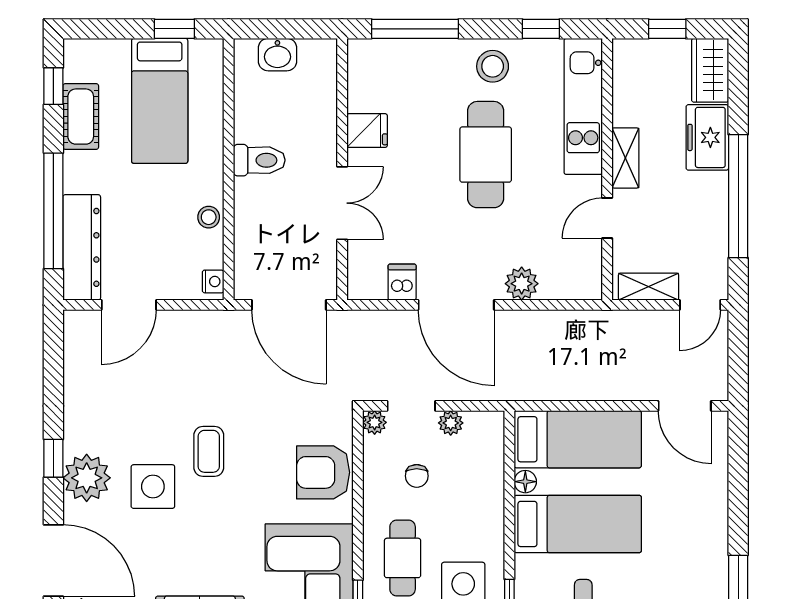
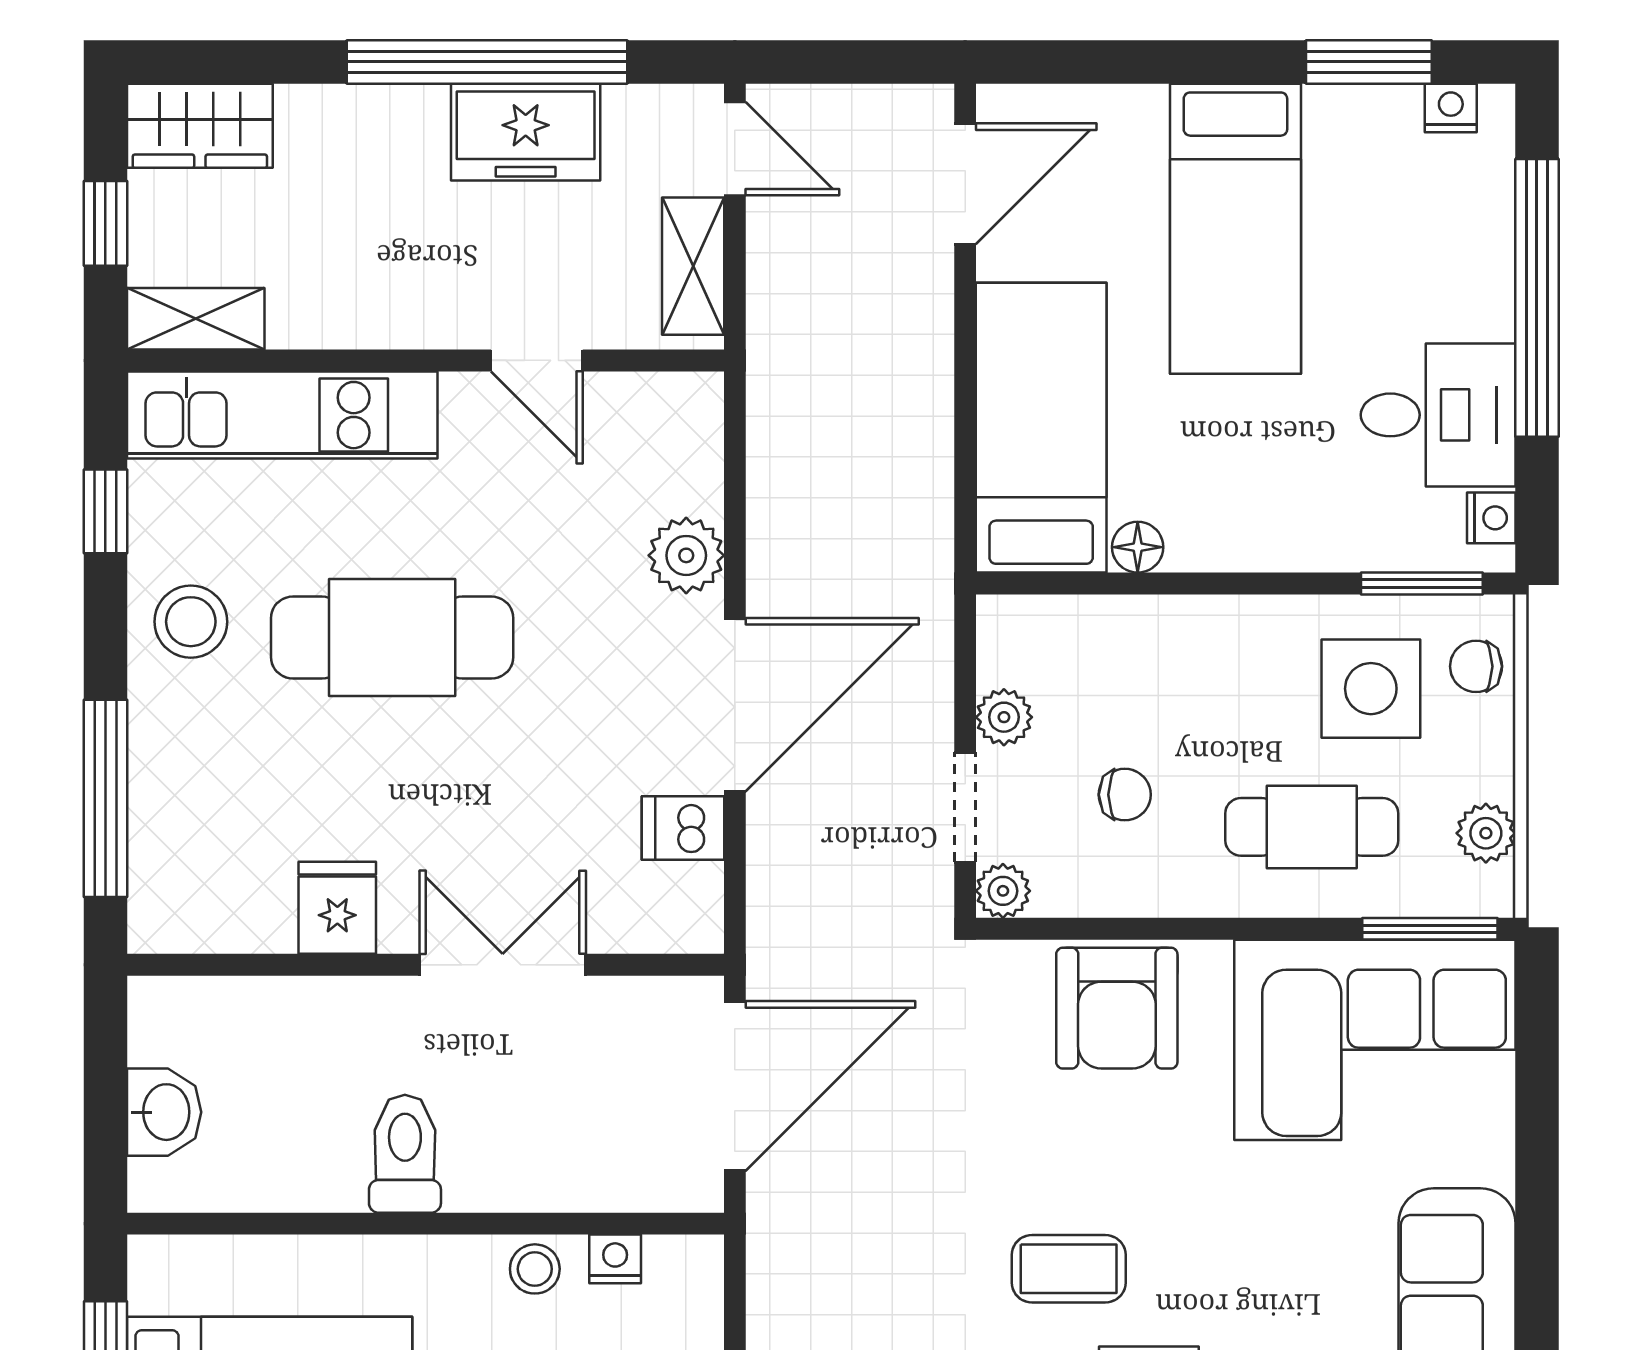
freezer: (707, 137) -> (526, 132), moved
shelving: (625, 158) -> (196, 319), moved
nightstand: (213, 281) -> (615, 1259), moved
bed: (578, 524) -> (1235, 229), moved, turned 180

